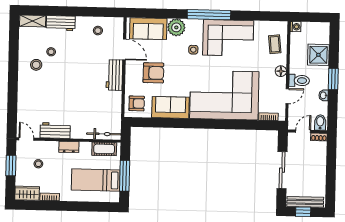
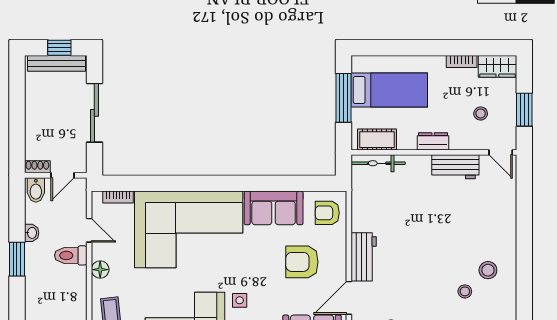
door: (124, 49) -> (349, 298), hinge flipped
shower: (318, 55) -> (41, 297), removed
door: (287, 96) -> (89, 230), swing flipped

